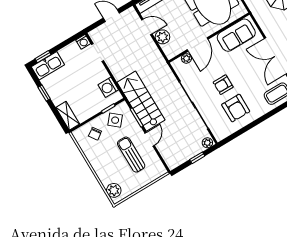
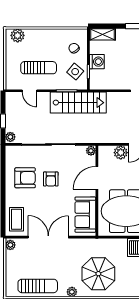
door: (198, 44) -> (97, 178), hinge flipped
plant: (186, 58) -> (91, 151), moved
armchair: (223, 85) -> (51, 179), turned 180
washing machine: (108, 87) -> (97, 62), moved, turned 90
armchair: (236, 108) -> (25, 178), turned 180
door: (150, 139) -> (29, 91), moved

